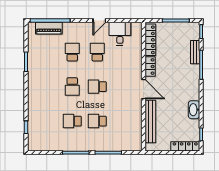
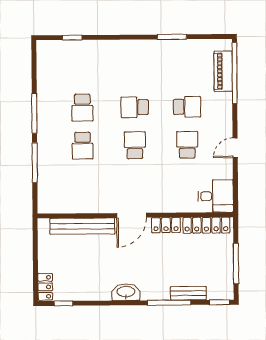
door: (99, 21) -> (235, 148), hinge flipped
desk: (120, 34) -> (216, 196), moved
school desk: (97, 52) -> (187, 145), turned -90
washbasin: (194, 110) -> (126, 292), moved
school desk: (72, 121) -> (82, 108), turned 180
school desk: (97, 121) -> (83, 146), turned 180
locker: (185, 146) -> (45, 287), width x0.66

